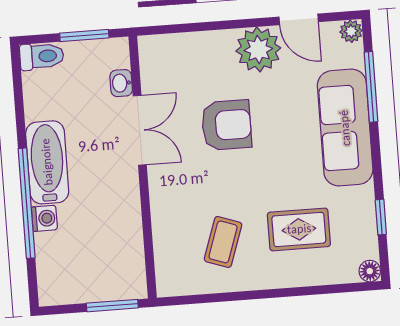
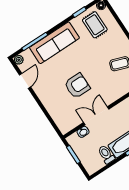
plant: (258, 49) -> (44, 89), removed
toilet: (42, 56) -> (106, 154), moved
armchair: (226, 125) -> (77, 86), turned 90
rug: (299, 229) -> (95, 25), moved

